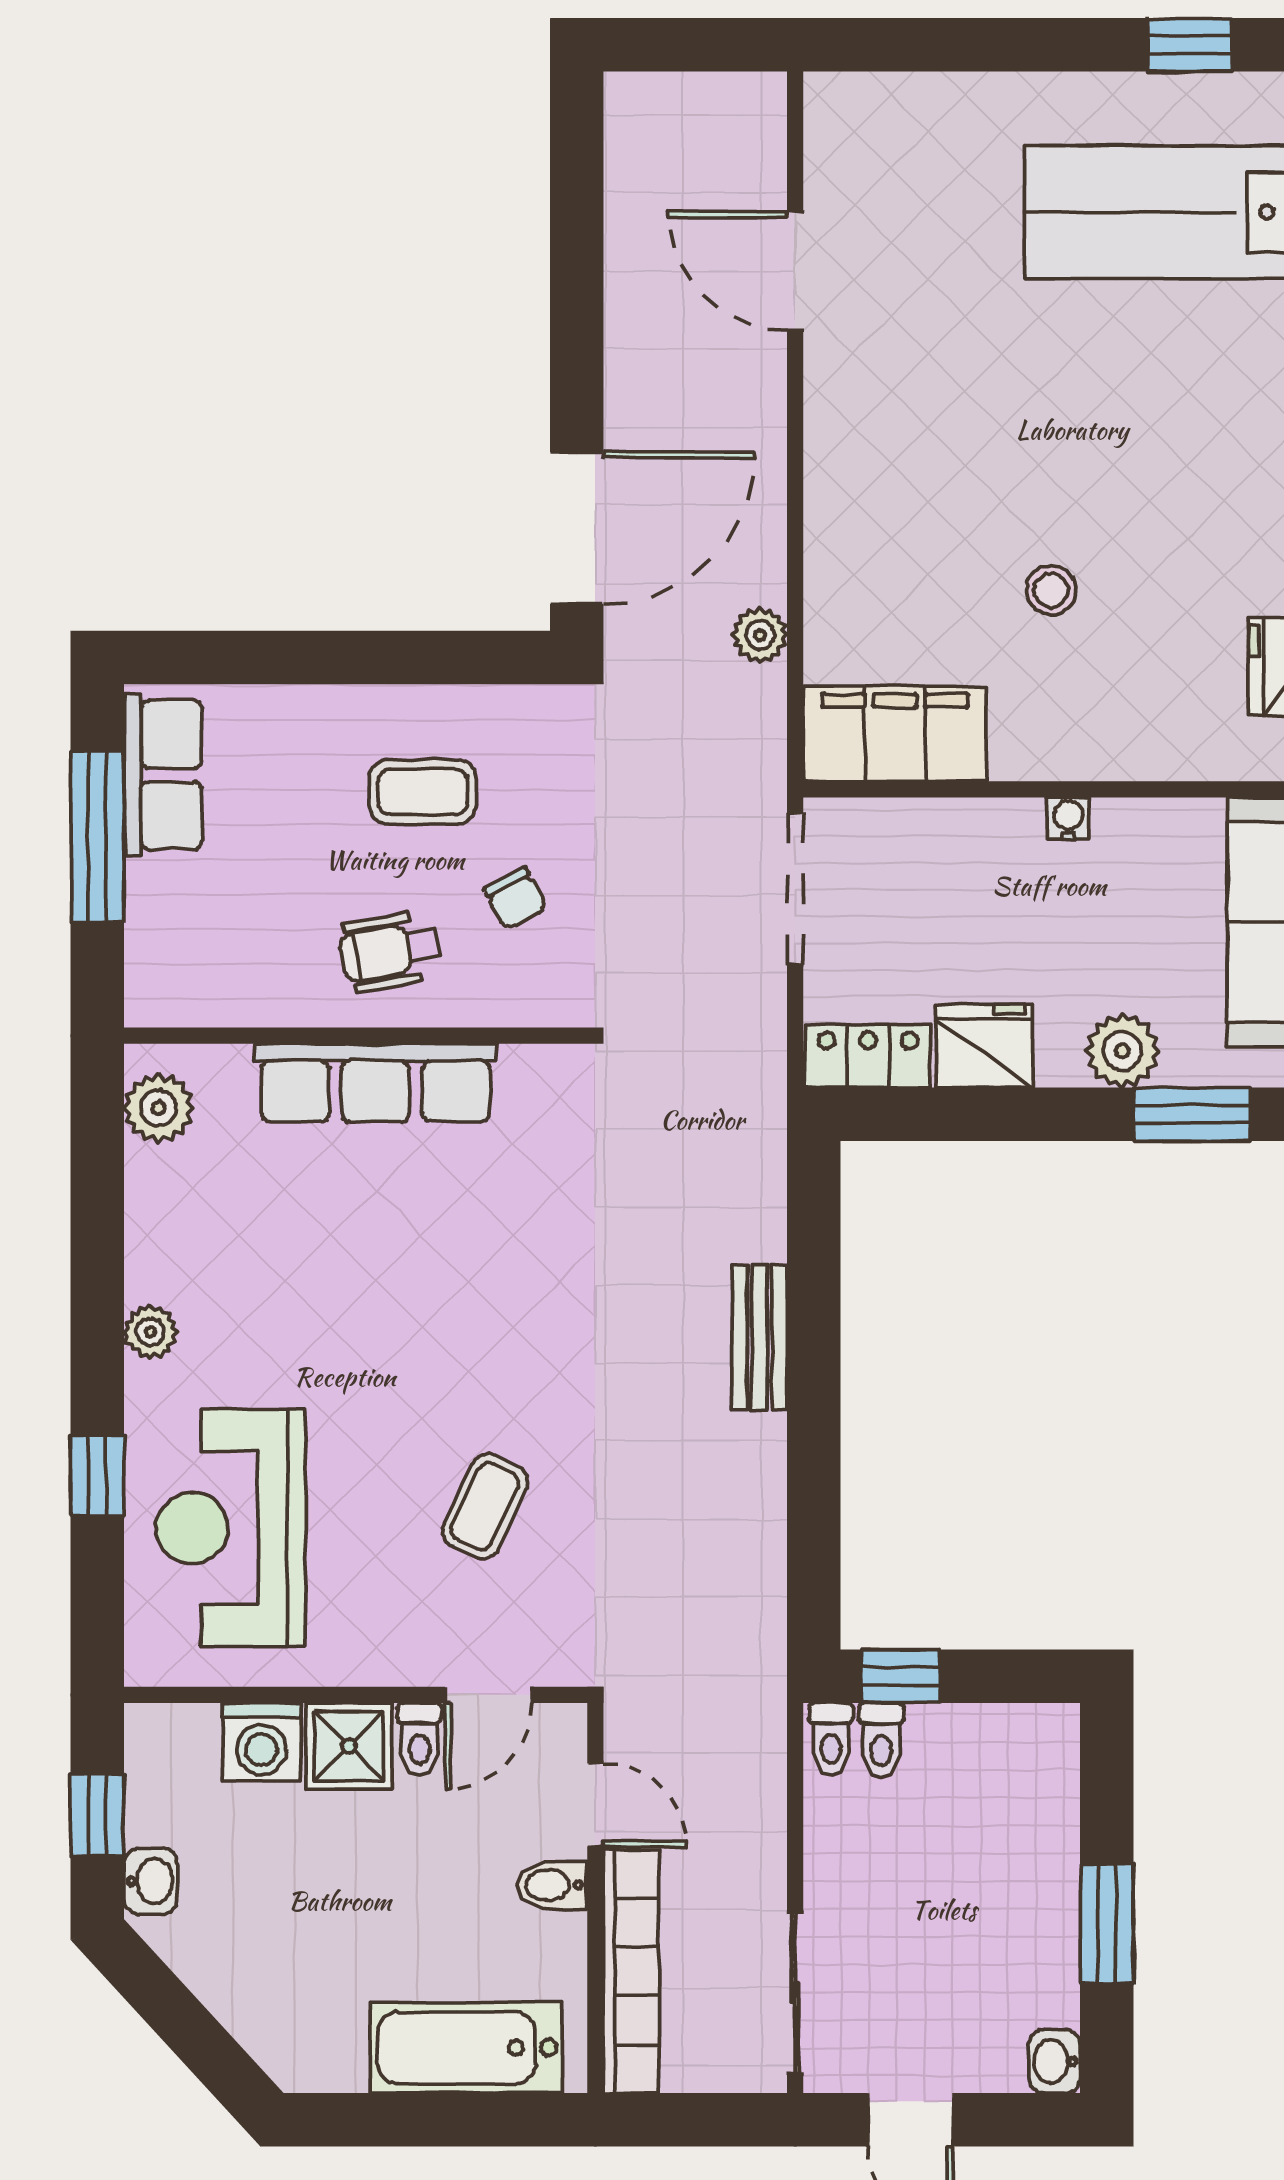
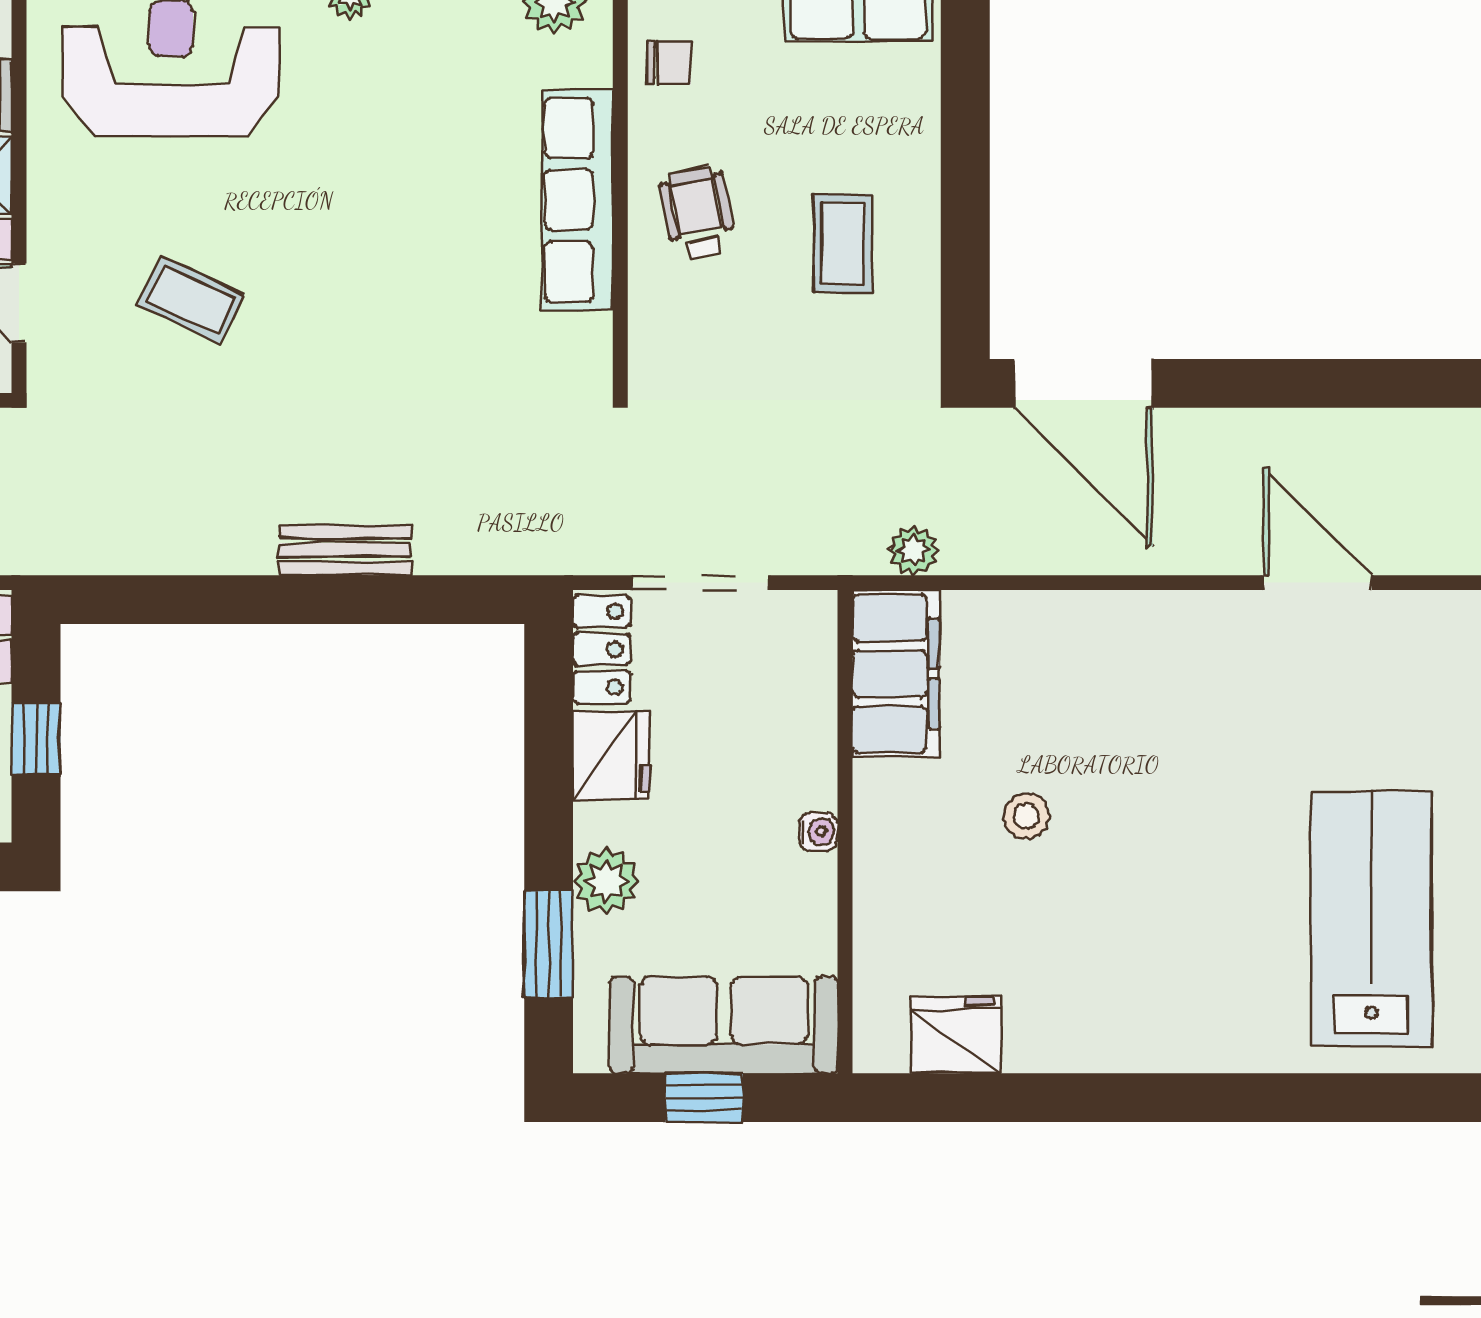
door: (795, 271) -> (1318, 583), hinge flipped
plant: (760, 635) -> (914, 551), moved
doorway: (795, 889) -> (701, 583), moved
chair: (516, 898) -> (669, 63), moved, turned -151
window: (901, 1676) -> (36, 739), moved

